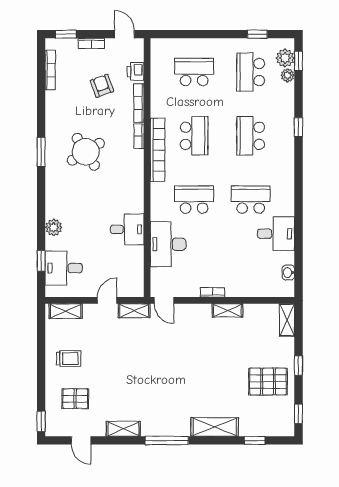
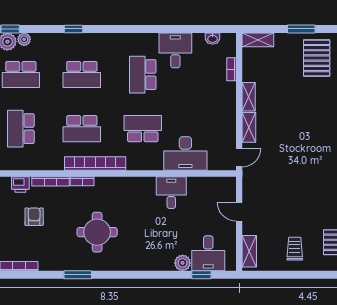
armchair: (102, 86) -> (34, 217), turned 110
school desk: (194, 136) -> (82, 129), turned 180
window: (41, 152) -> (78, 275), moved
round table: (86, 152) -> (97, 232), turned 32
school desk: (194, 200) -> (143, 129), turned 90
plant: (54, 227) -> (183, 263), moved
bookcase: (213, 292) -> (231, 69), moved
shelving: (134, 311) -> (249, 127), moved
window: (298, 366) -> (301, 29), width x1.50

